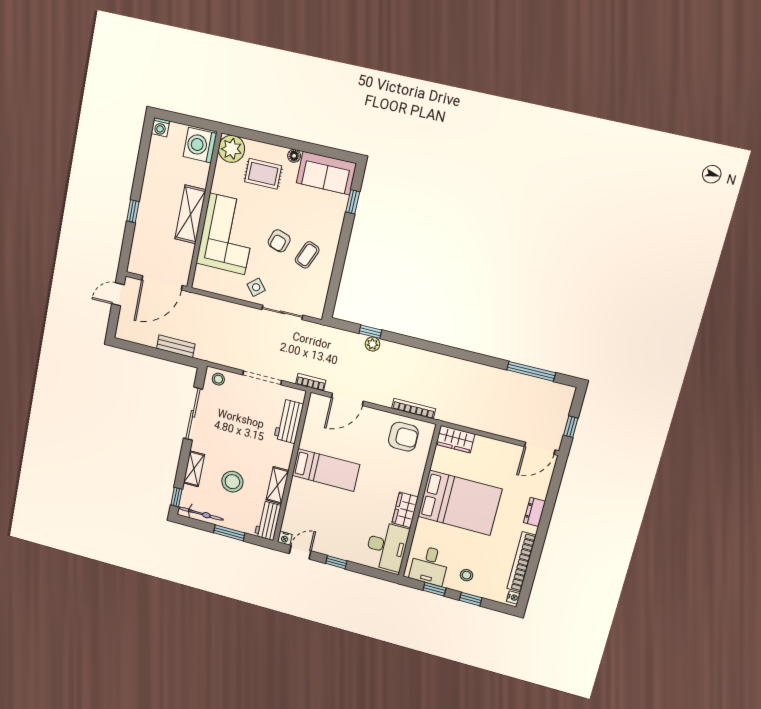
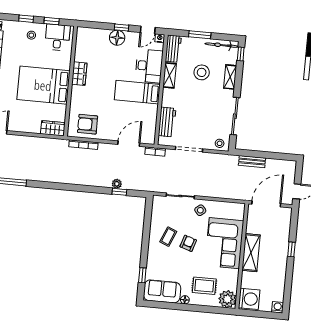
desk: (387, 546) -> (149, 66), moved, turned 180
floor lamp: (344, 550) -> (117, 38), added

